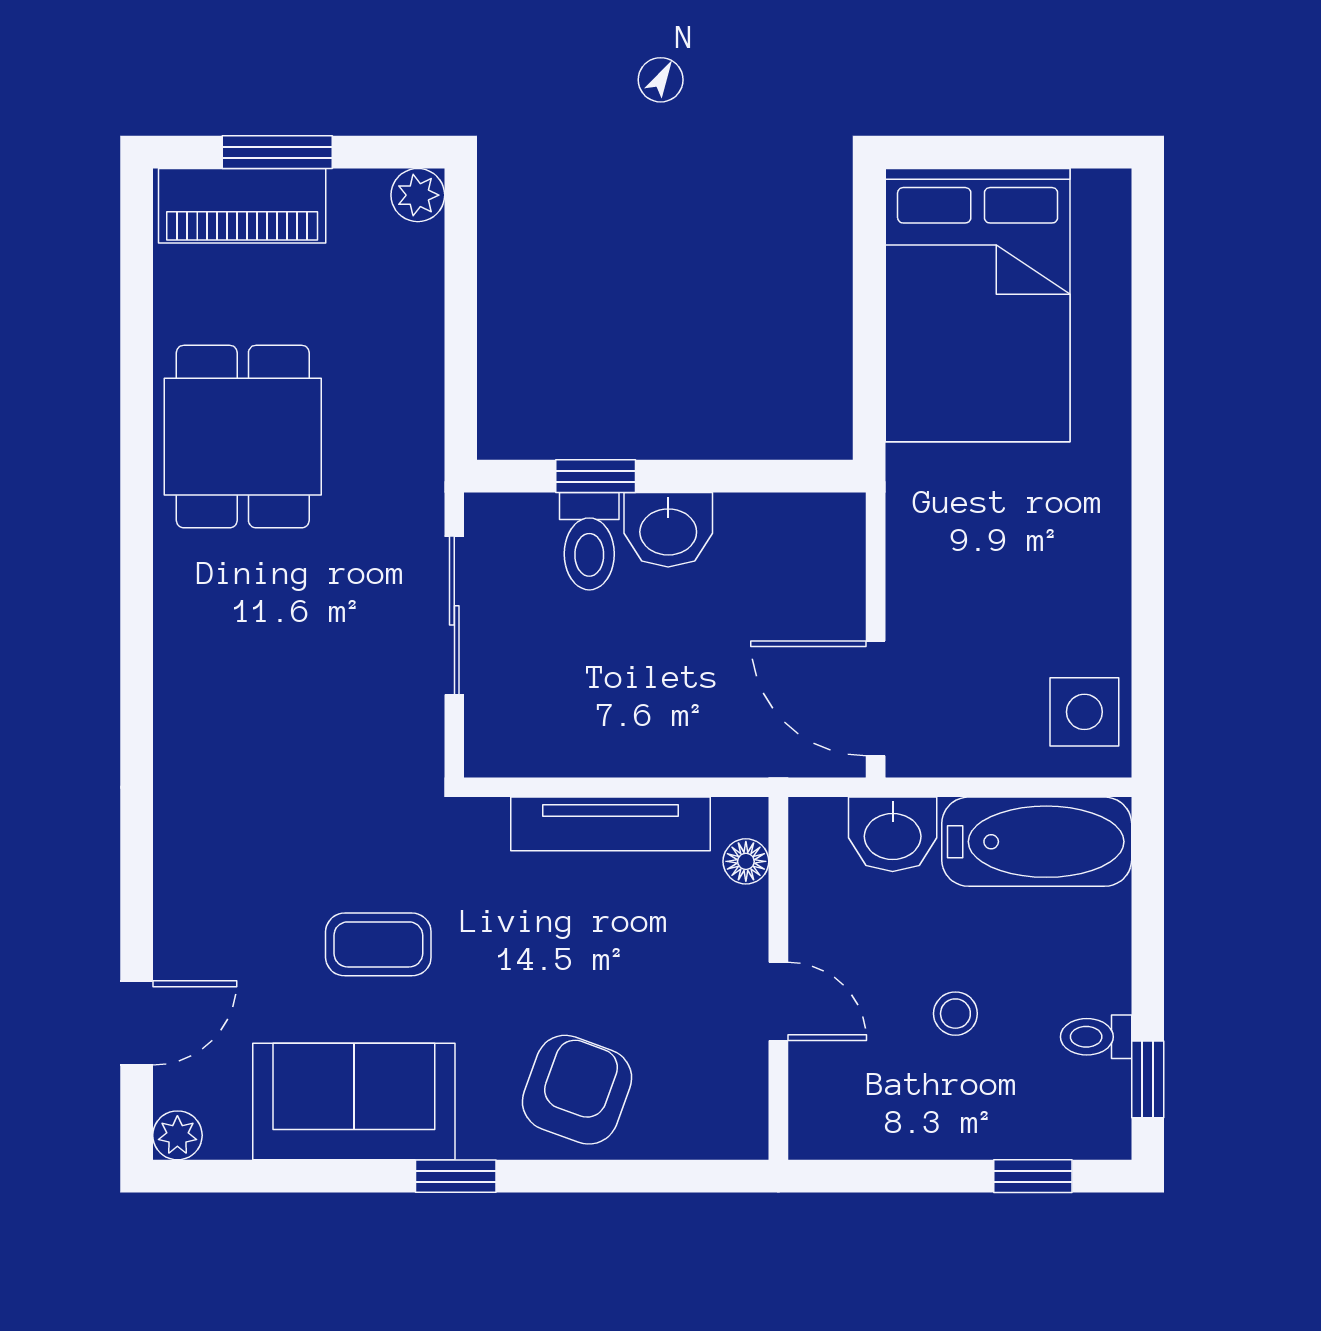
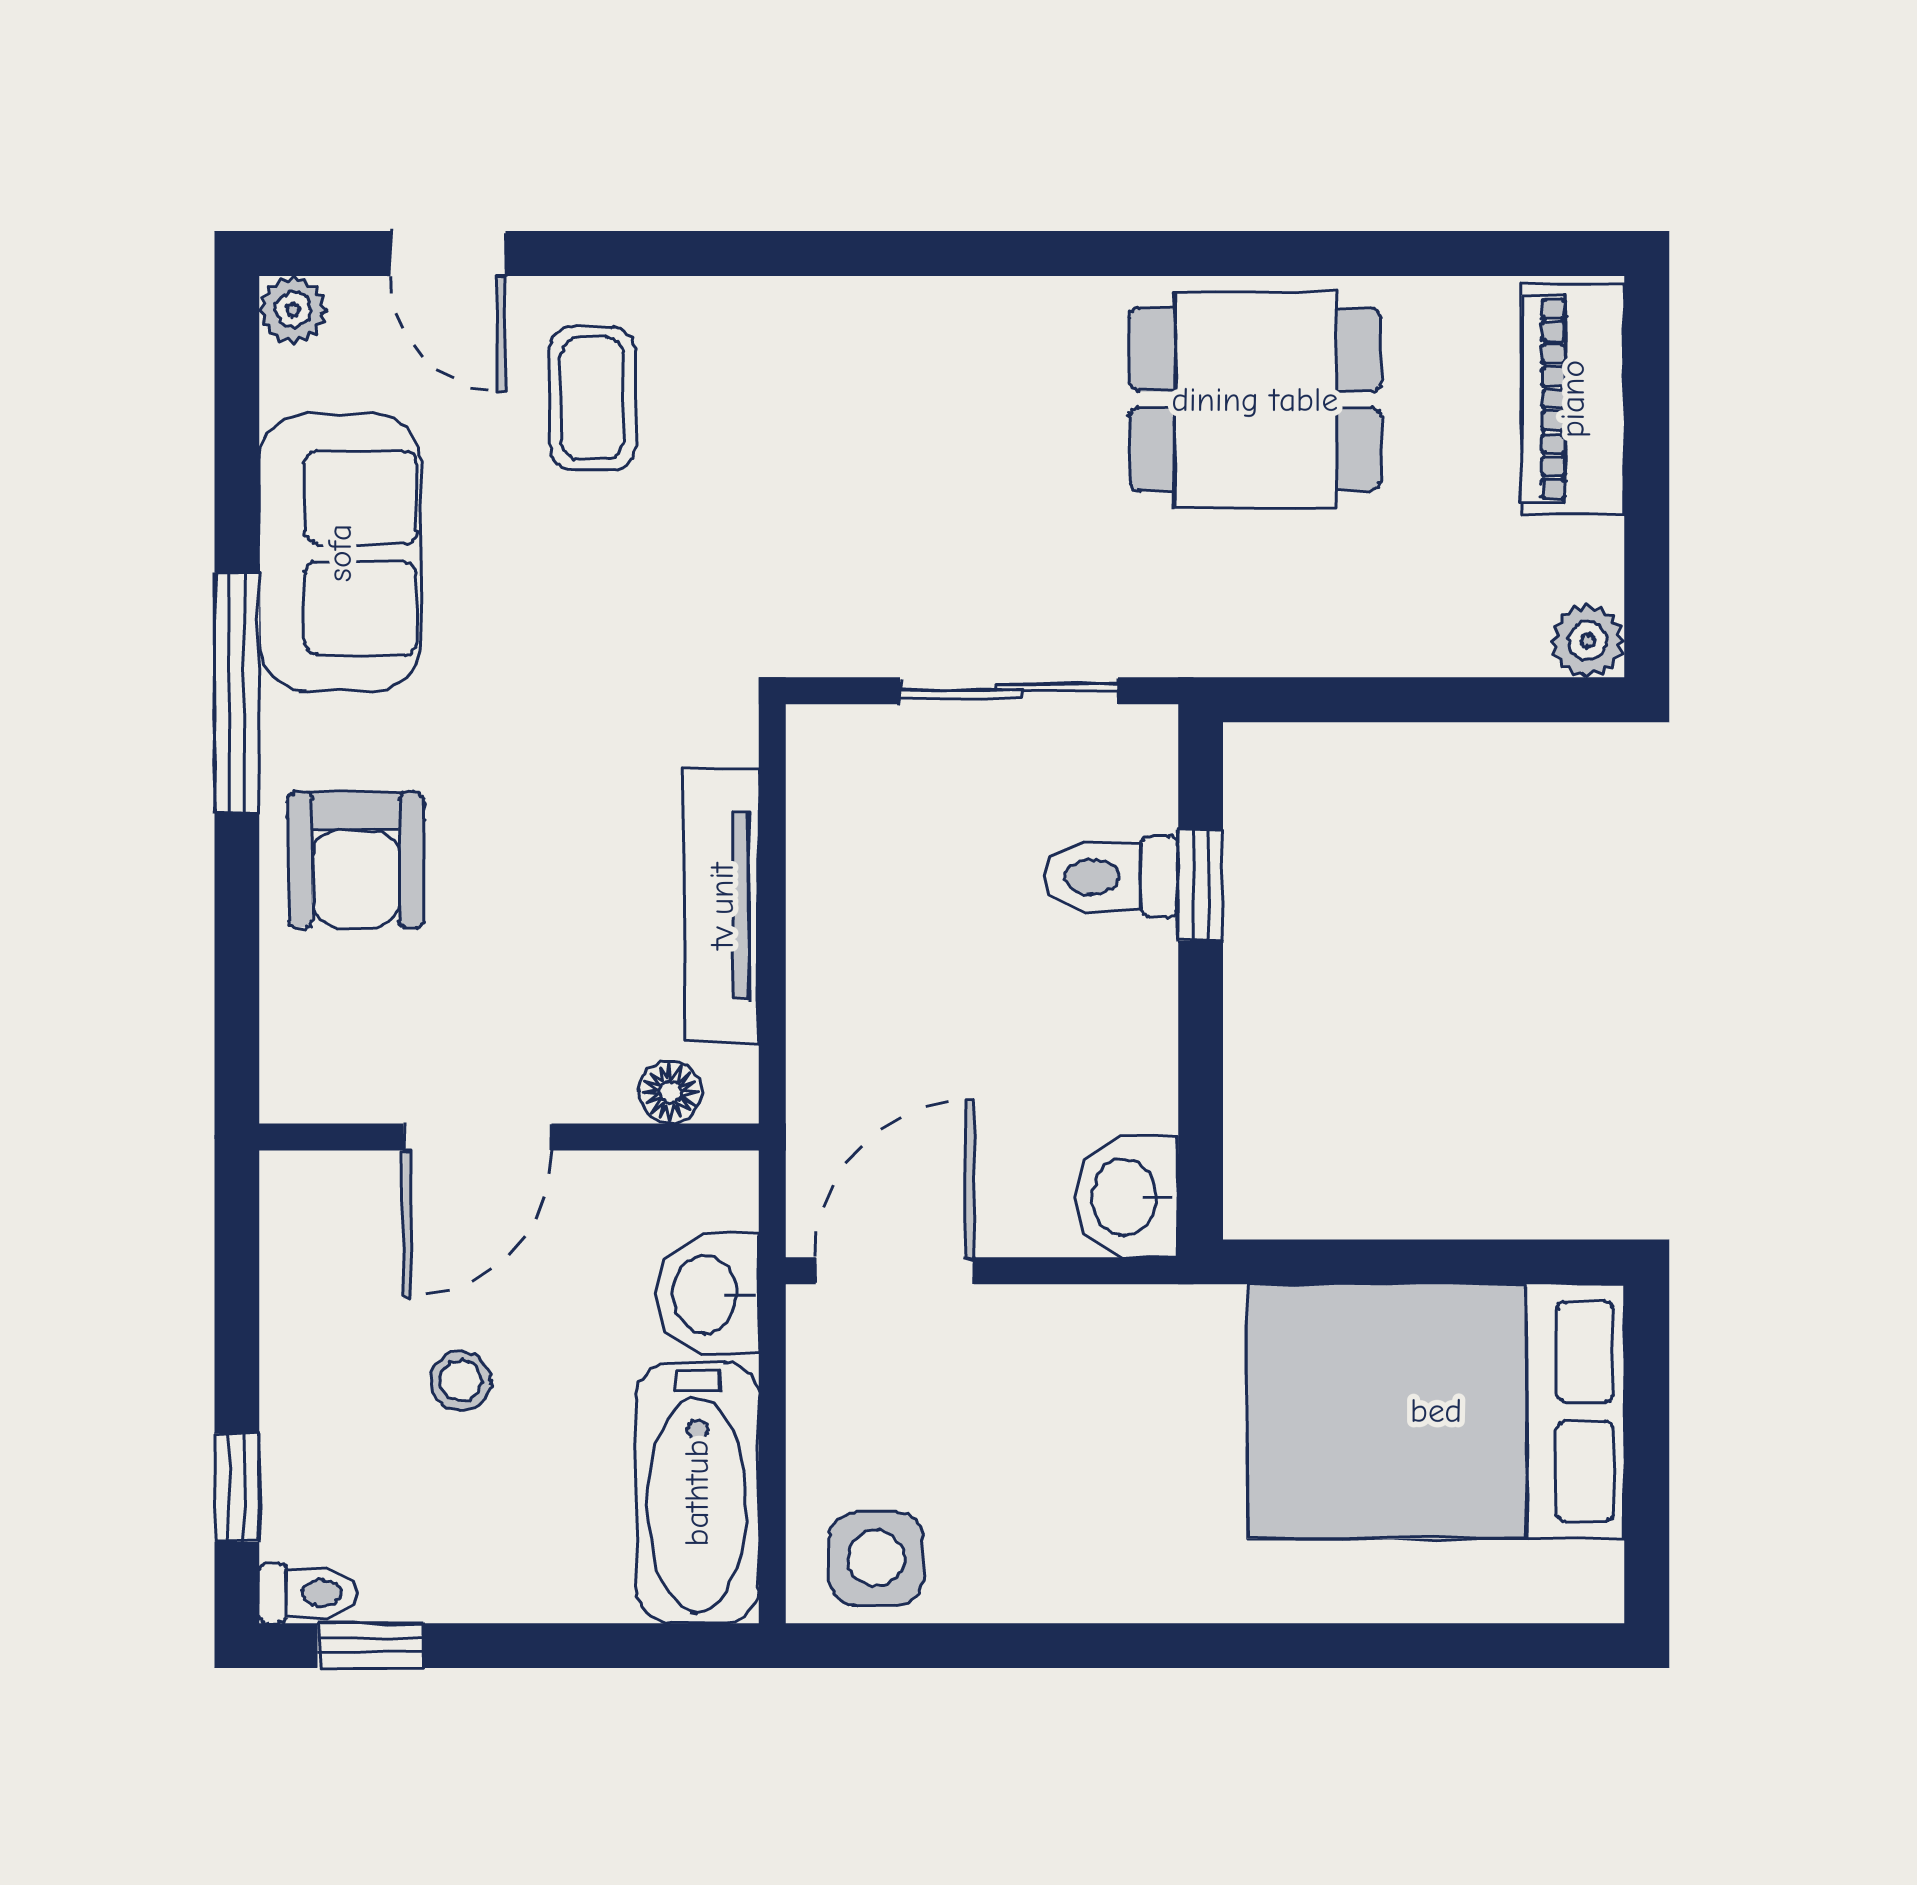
window: (277, 152) -> (1647, 447), removed
washbasin: (668, 530) -> (1127, 1197), moved
coffee table: (378, 944) -> (592, 398), moved
door: (778, 1001) -> (477, 1137), width x1.37
toilet: (1096, 1037) -> (308, 1593), moved, turned 90
armchair: (577, 1090) -> (356, 860), turned 70
window: (456, 1176) -> (237, 693), width x2.17

